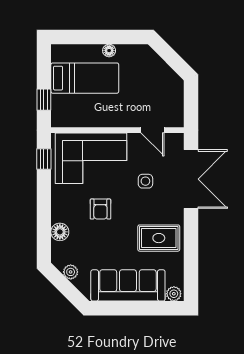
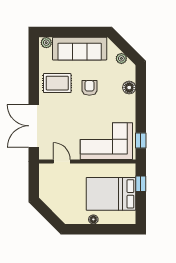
bed: (85, 78) -> (111, 194), width x1.50
side table: (145, 181) -> (67, 124), removed
armchair: (100, 209) -> (89, 88), moved

